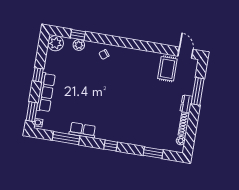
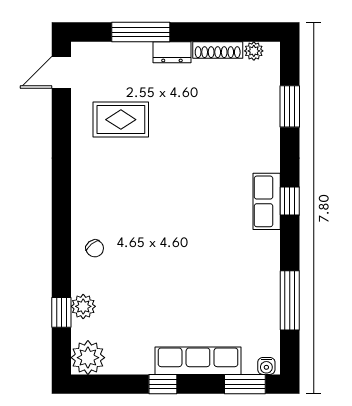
rug: (167, 69) -> (121, 120), moved
row of seats: (83, 130) -> (267, 201), moved

